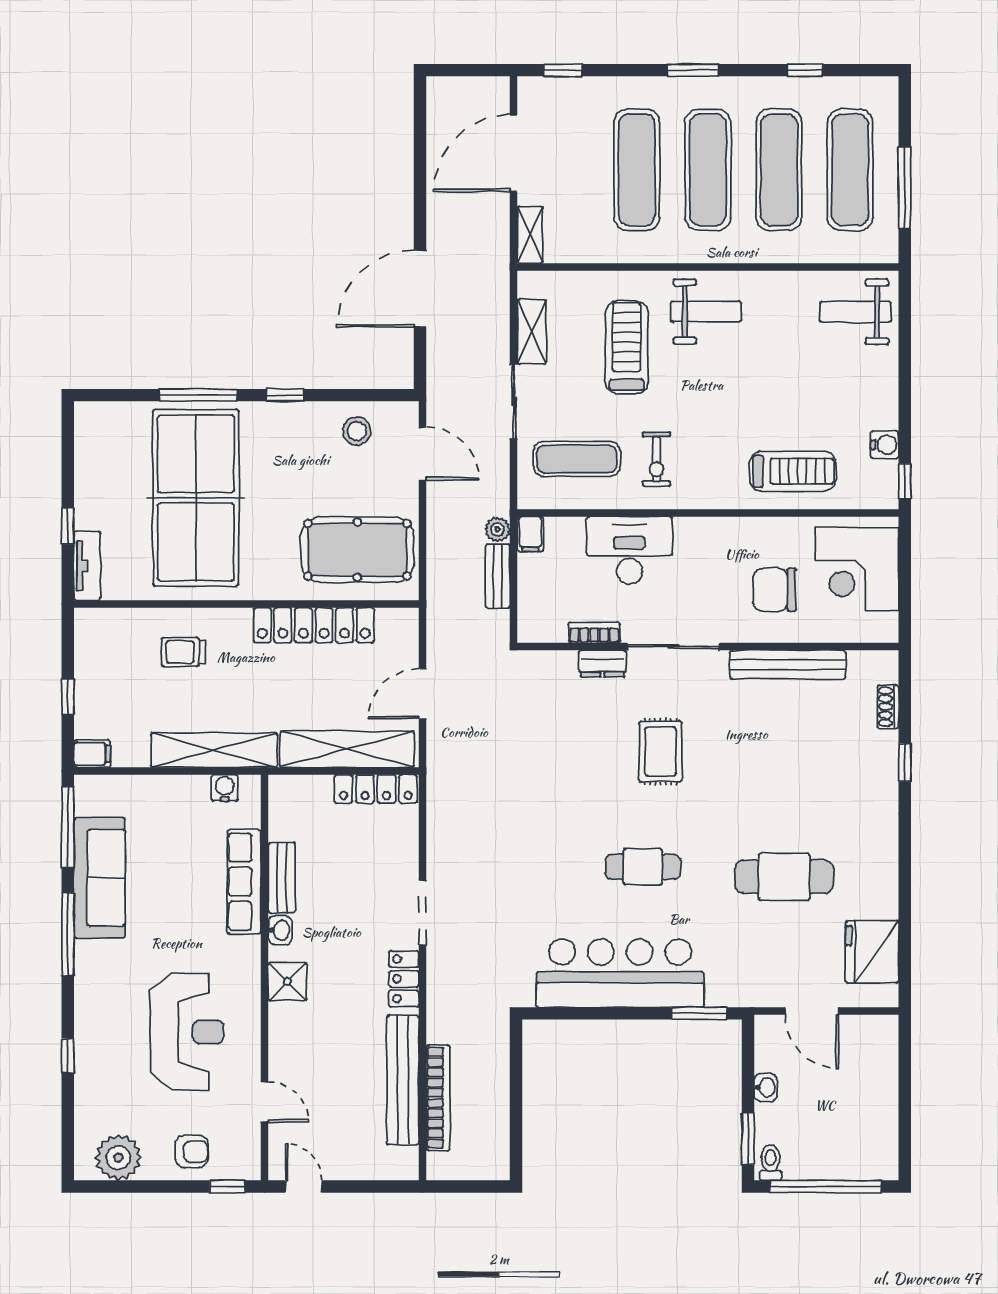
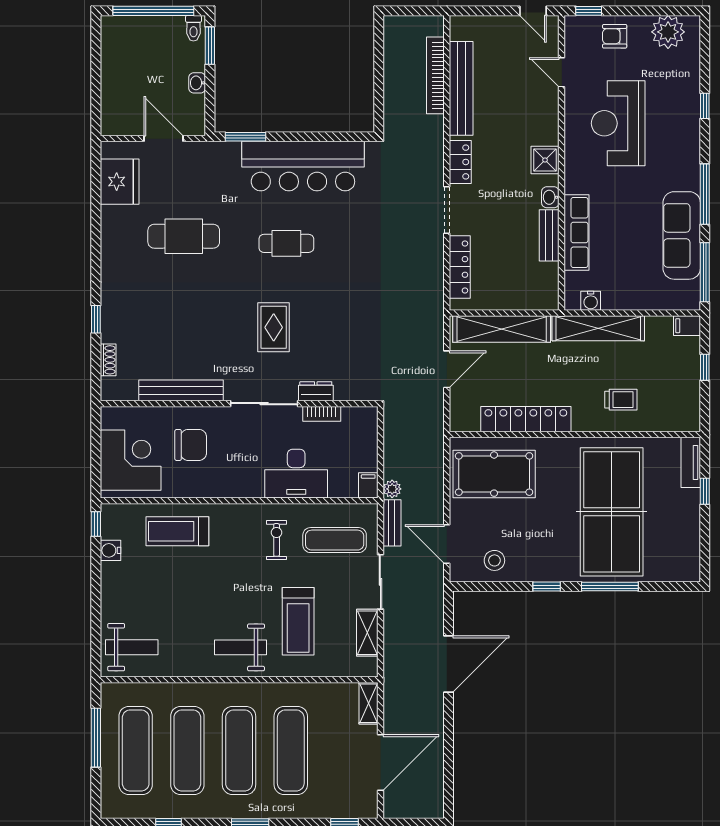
bench: (498, 576) -> (392, 523), moved
locker: (376, 789) -> (460, 267), moved, turned 90

